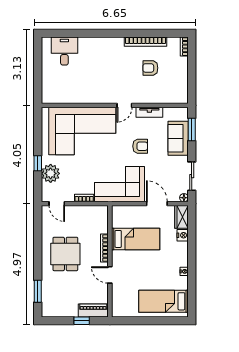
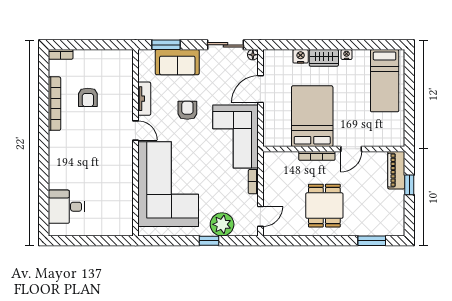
wardrobe: (181, 217) -> (324, 58), moved
bed: (136, 239) -> (312, 116), width x1.50
dining table: (65, 254) -> (324, 206), turned 90

